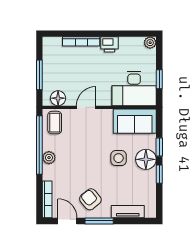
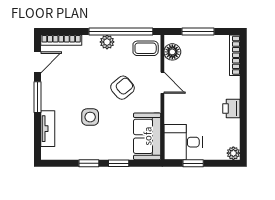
bookcase: (81, 41) -> (235, 55), moved
desk: (134, 88) -> (183, 142), width x0.73
side table: (119, 158) -> (90, 117), moved
floor lamp: (146, 159) -> (105, 149), removed
armchair: (90, 199) -> (122, 88), moved

